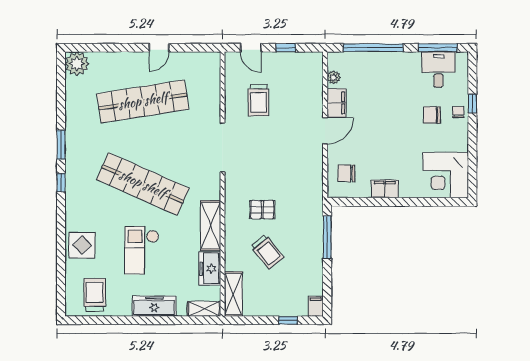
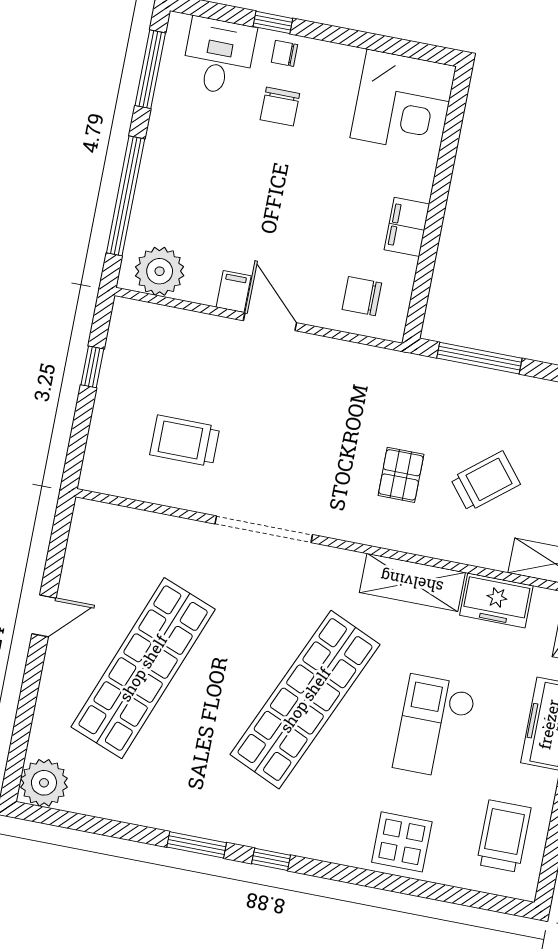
door: (159, 48) -> (44, 616), hinge flipped
door: (251, 48) -> (79, 436), removed
desk: (438, 70) -> (219, 56), moved, turned 90
plant: (334, 77) -> (160, 271), width x1.87, depth x1.87
trolley: (258, 100) -> (185, 441), turned 180
shop shelf: (143, 101) -> (143, 668), turned 30
filing cabinet: (336, 103) -> (234, 291), width x0.50
chair: (346, 173) -> (362, 296), turned 90
checkout: (142, 250) -> (435, 727), turned 90
trolley: (95, 295) -> (504, 836), turned 90

